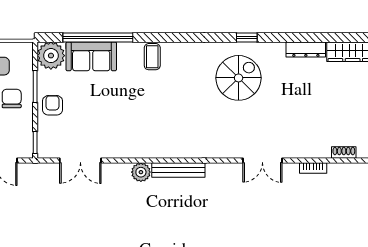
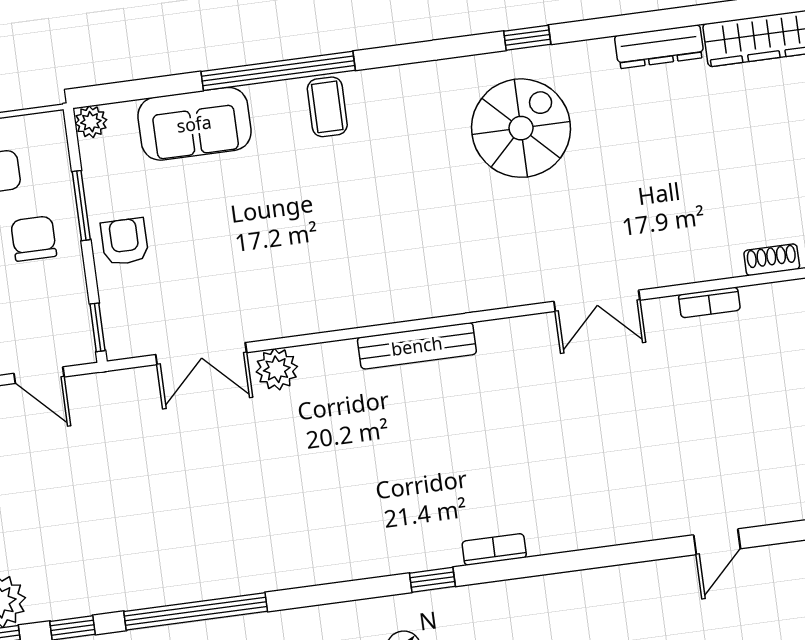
window: (98, 37) -> (278, 71), moved
plant: (51, 56) -> (91, 122), width x0.53, depth x0.53
plant: (141, 172) -> (277, 369), moved

